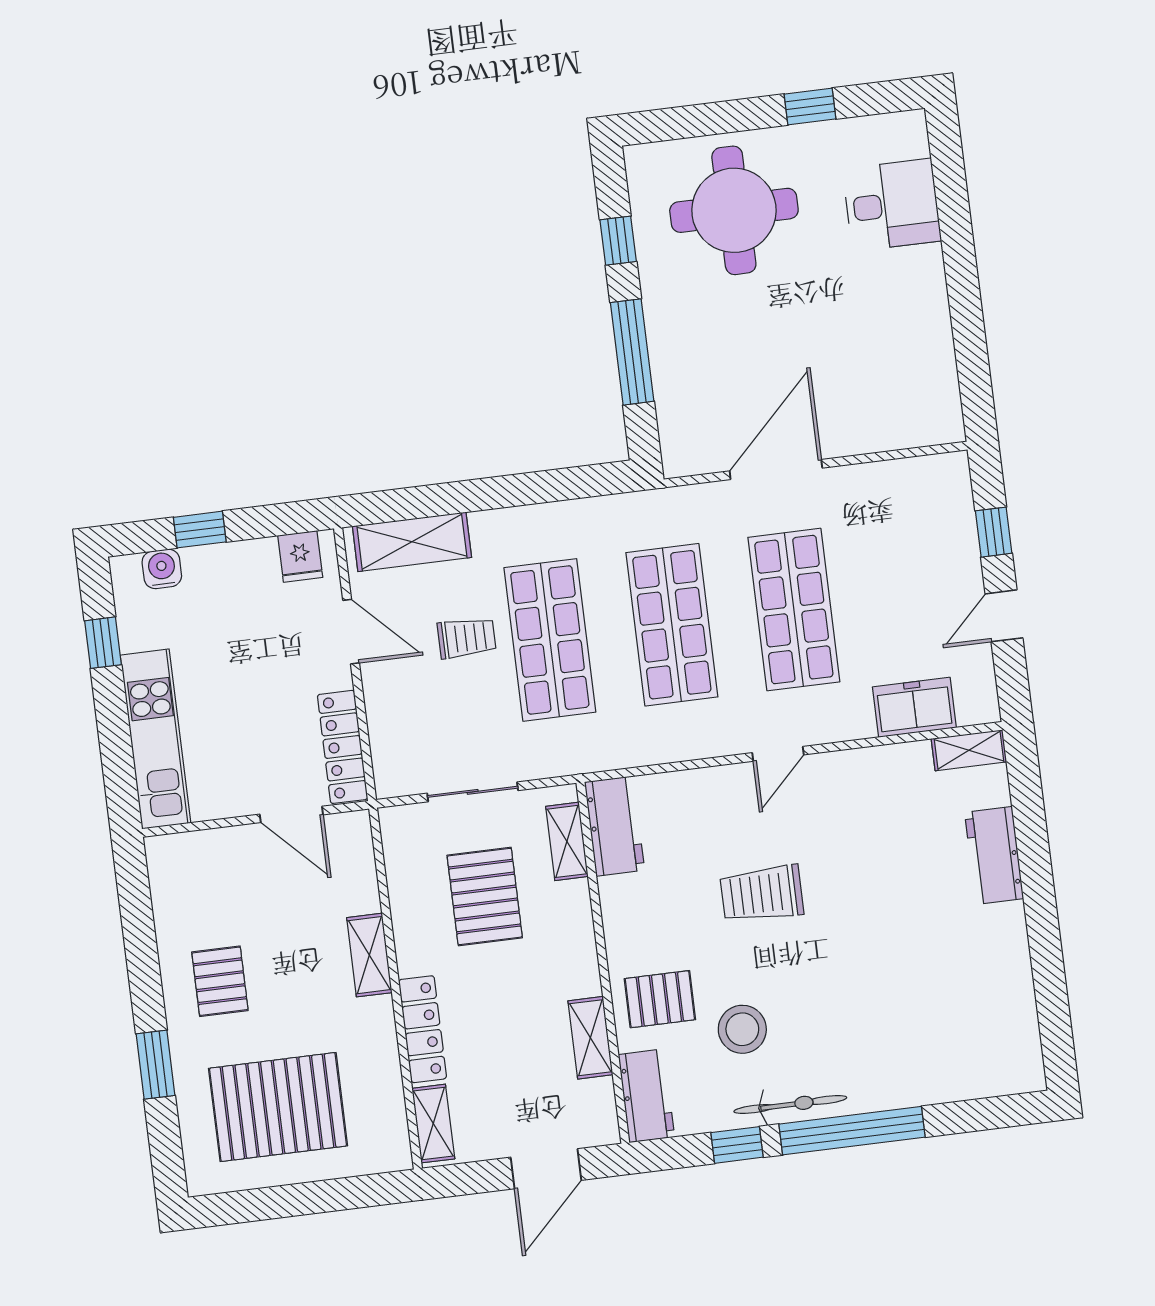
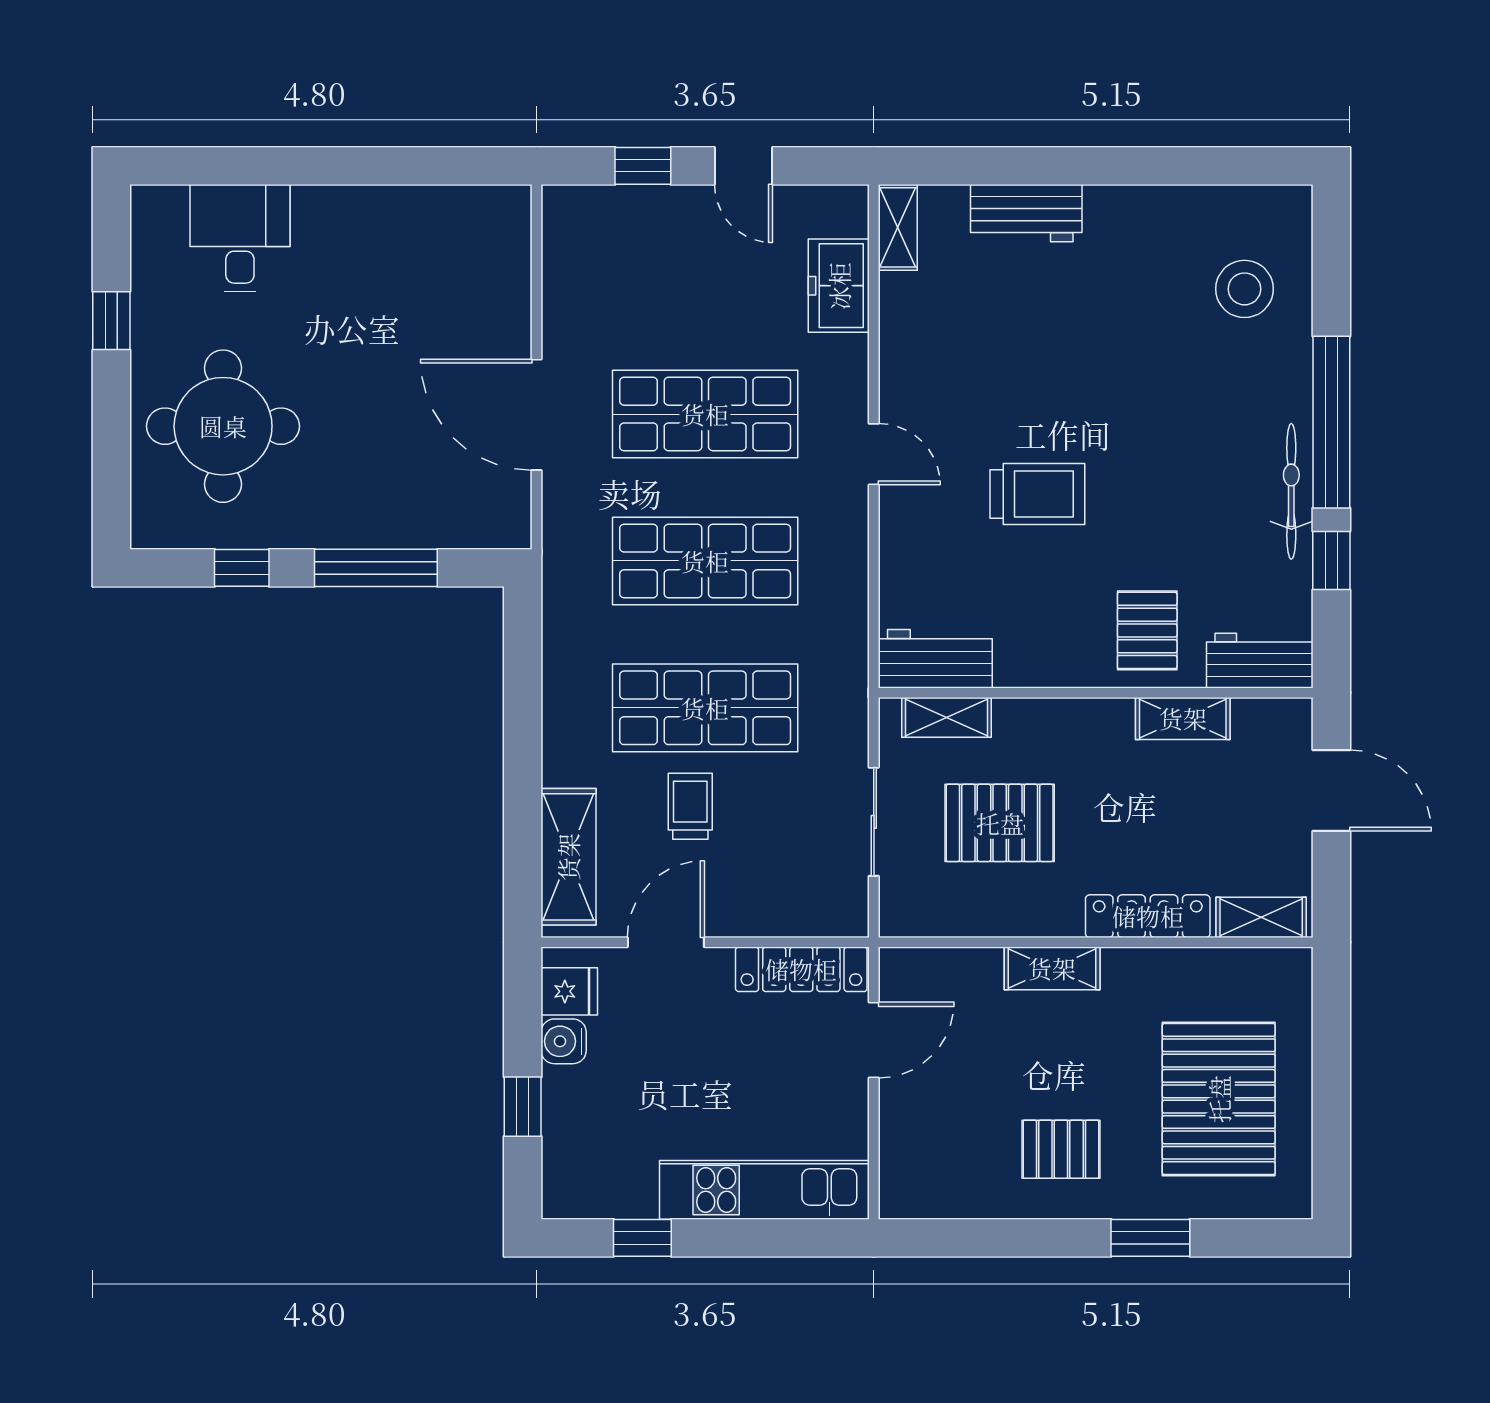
water cooler: (162, 569) -> (564, 1041), moved
trolley: (762, 894) -> (1037, 494), turned -90
stool: (742, 1029) -> (1244, 289), moved

